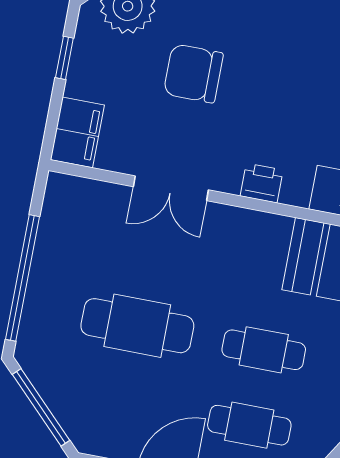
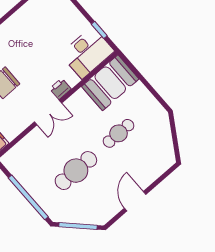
double door: (171, 188) -> (48, 112), moved
cafe table: (249, 425) -> (141, 159), removed

